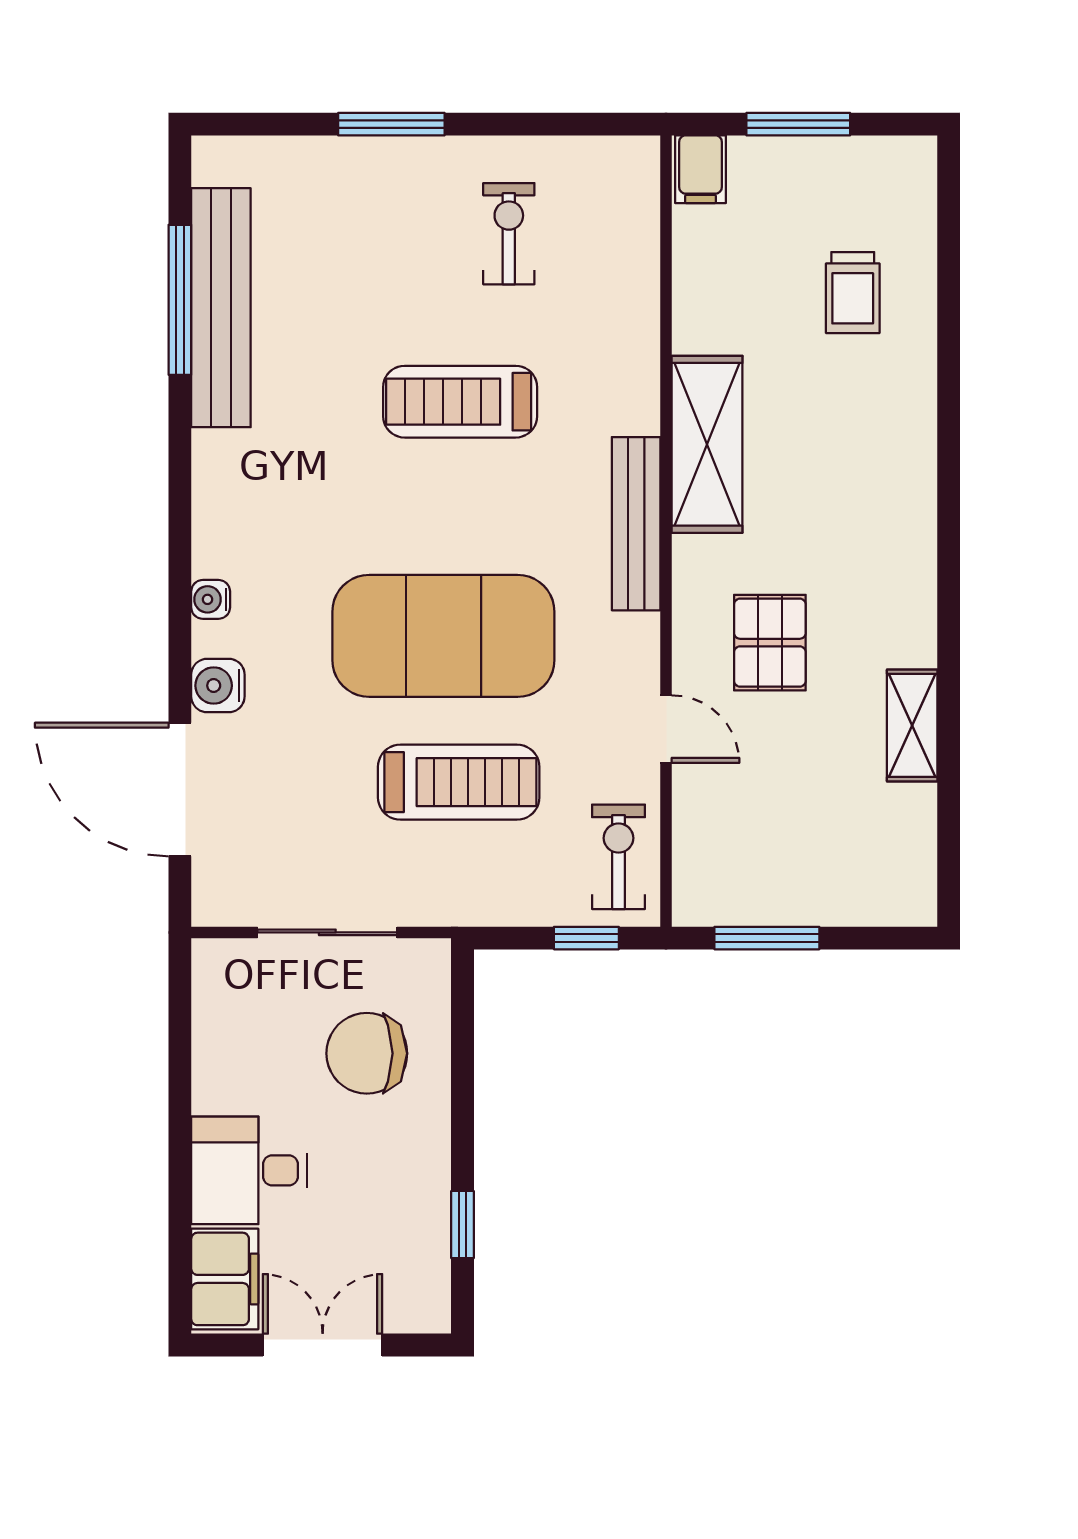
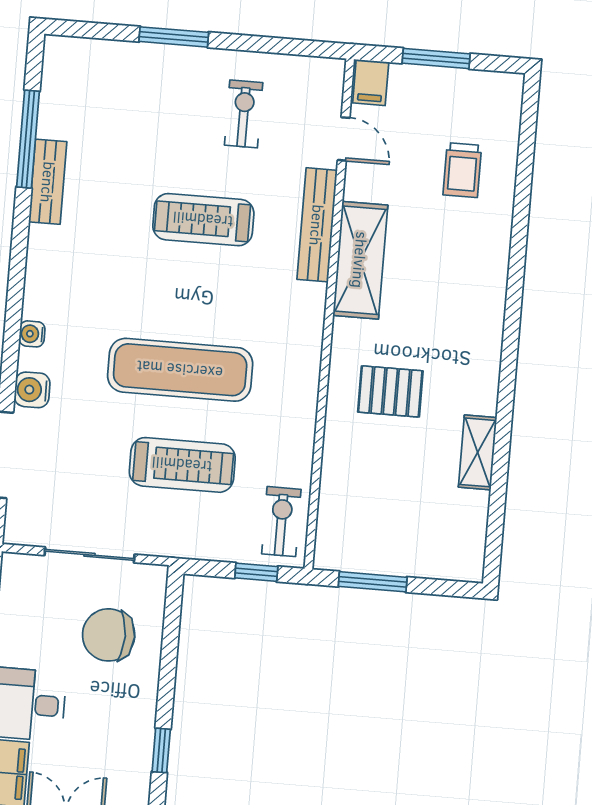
bench: (221, 308) -> (48, 182), width x0.54, depth x0.82
bench: (636, 524) -> (317, 225), moved
exercise mat: (443, 636) -> (180, 370), width x0.68
pallet: (770, 643) -> (390, 391), turned 90
door: (666, 729) -> (344, 139), moved

